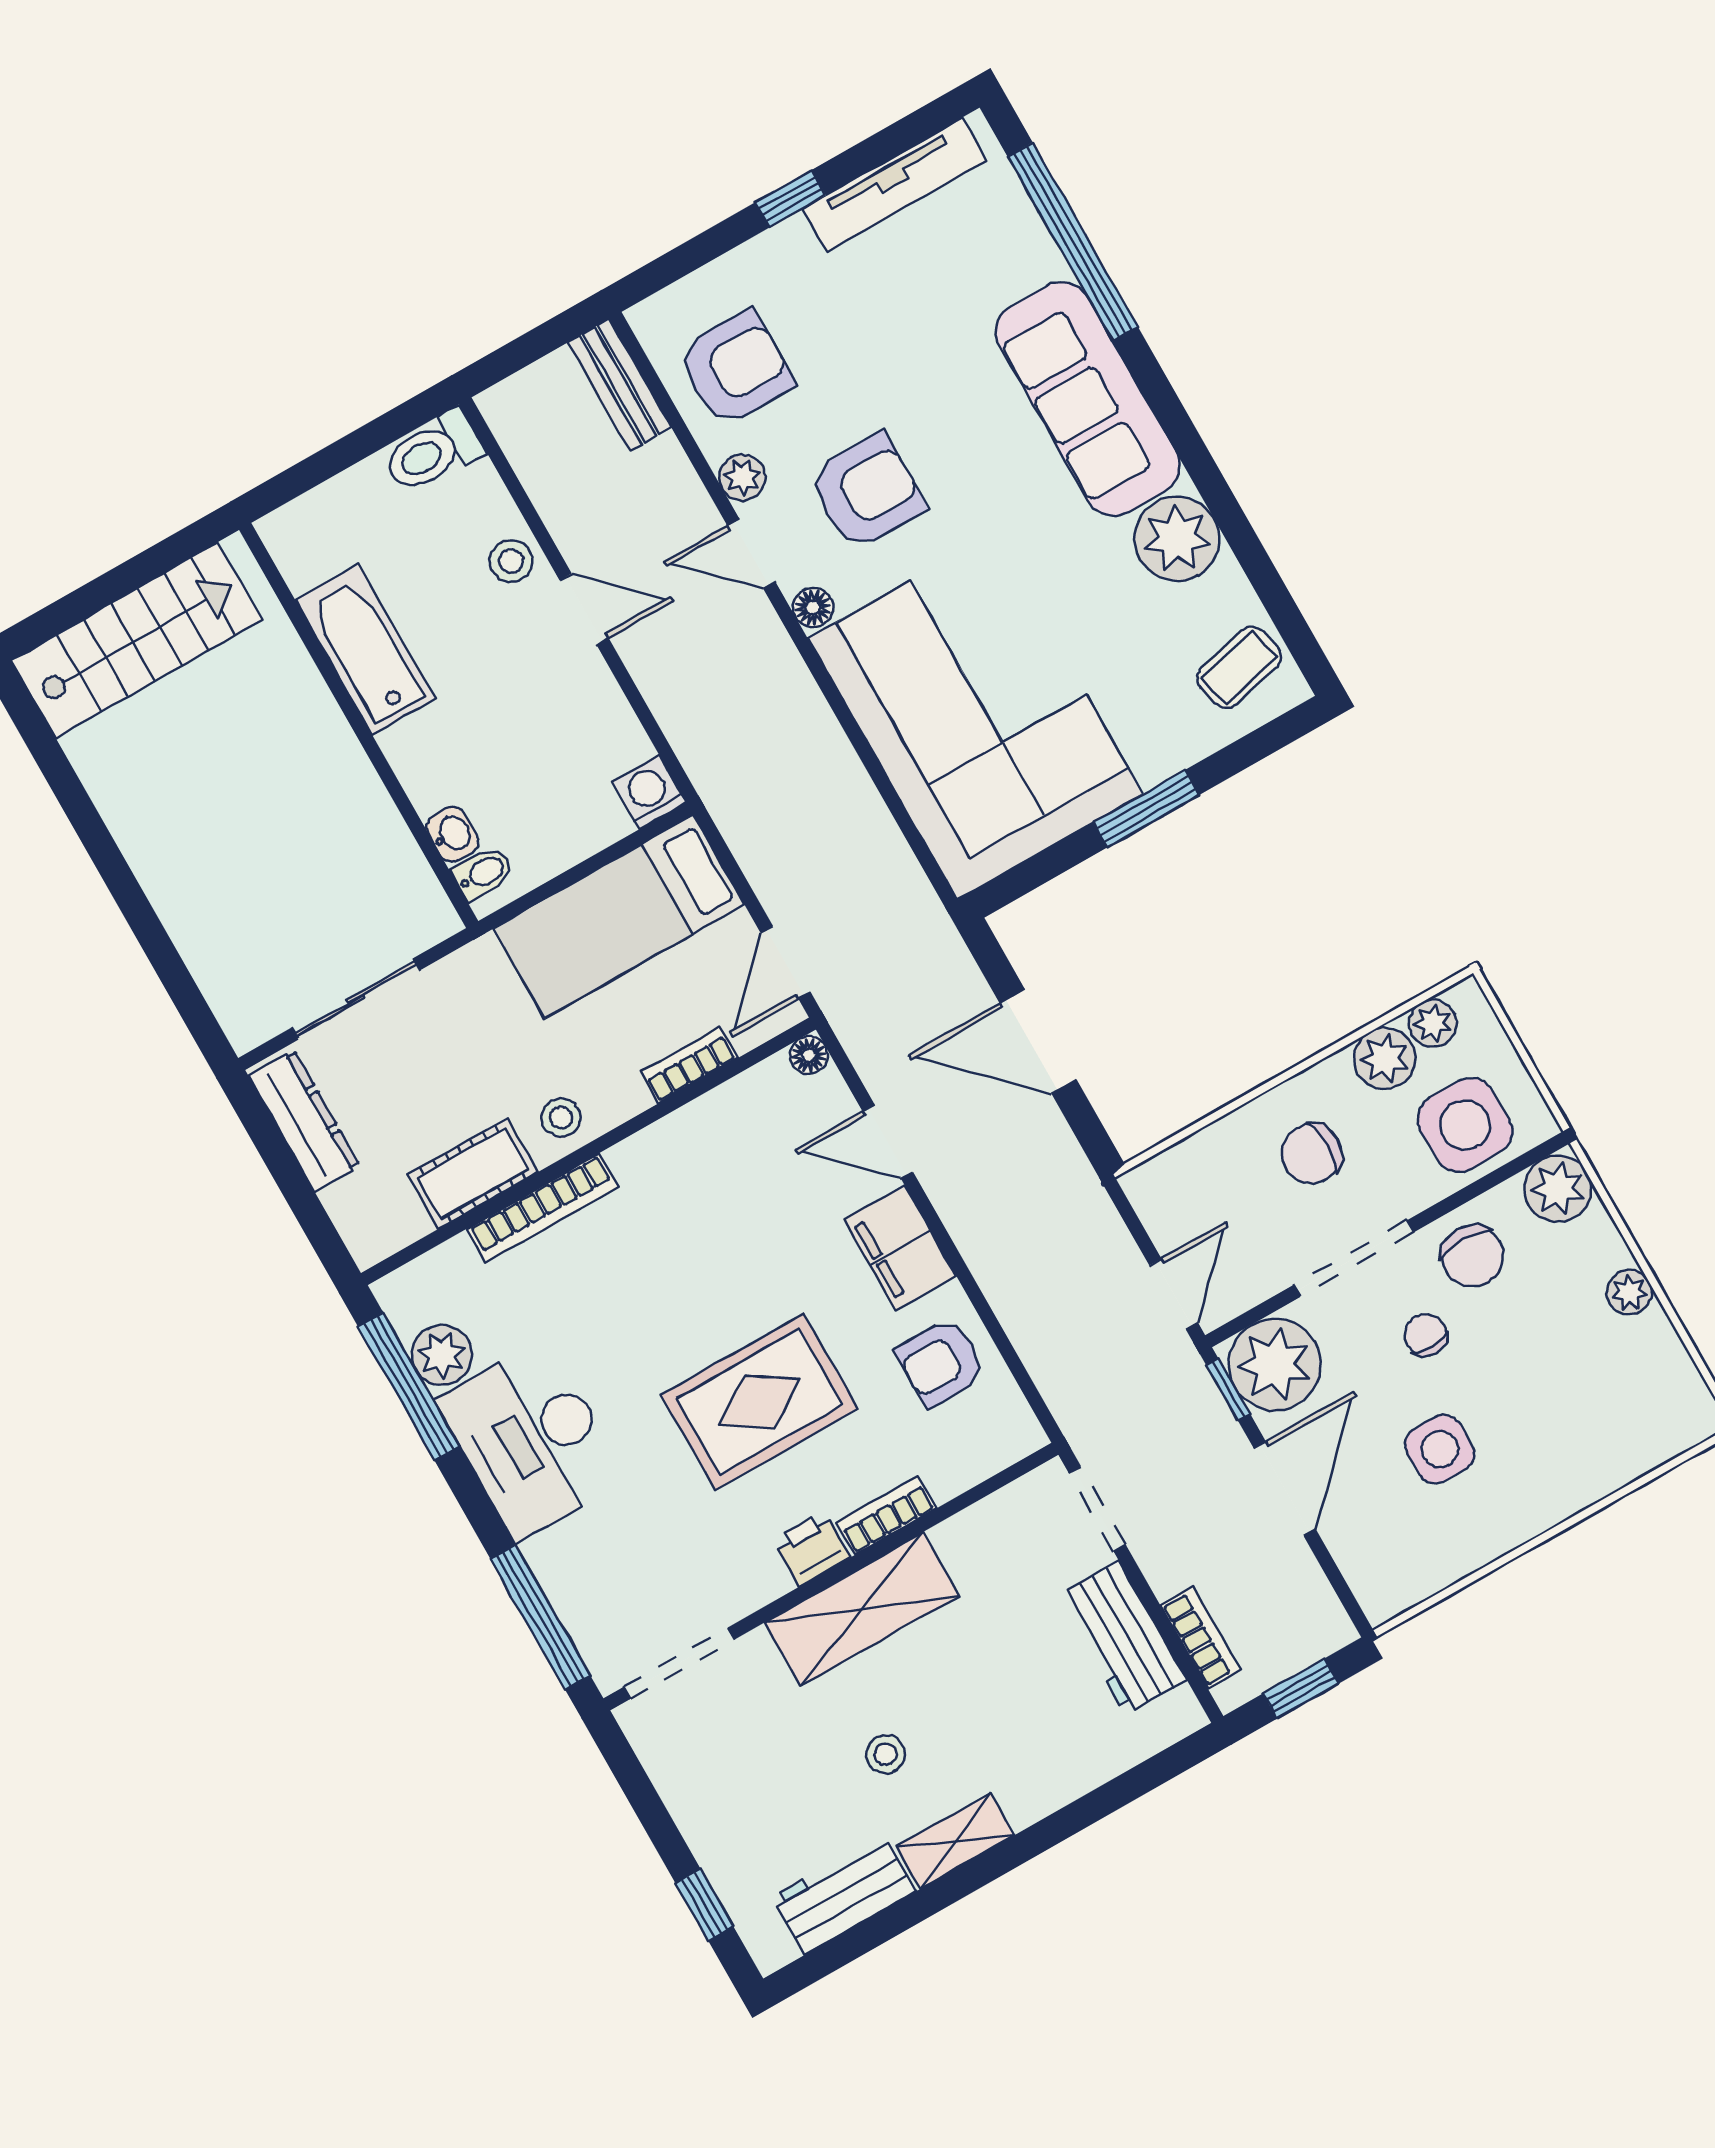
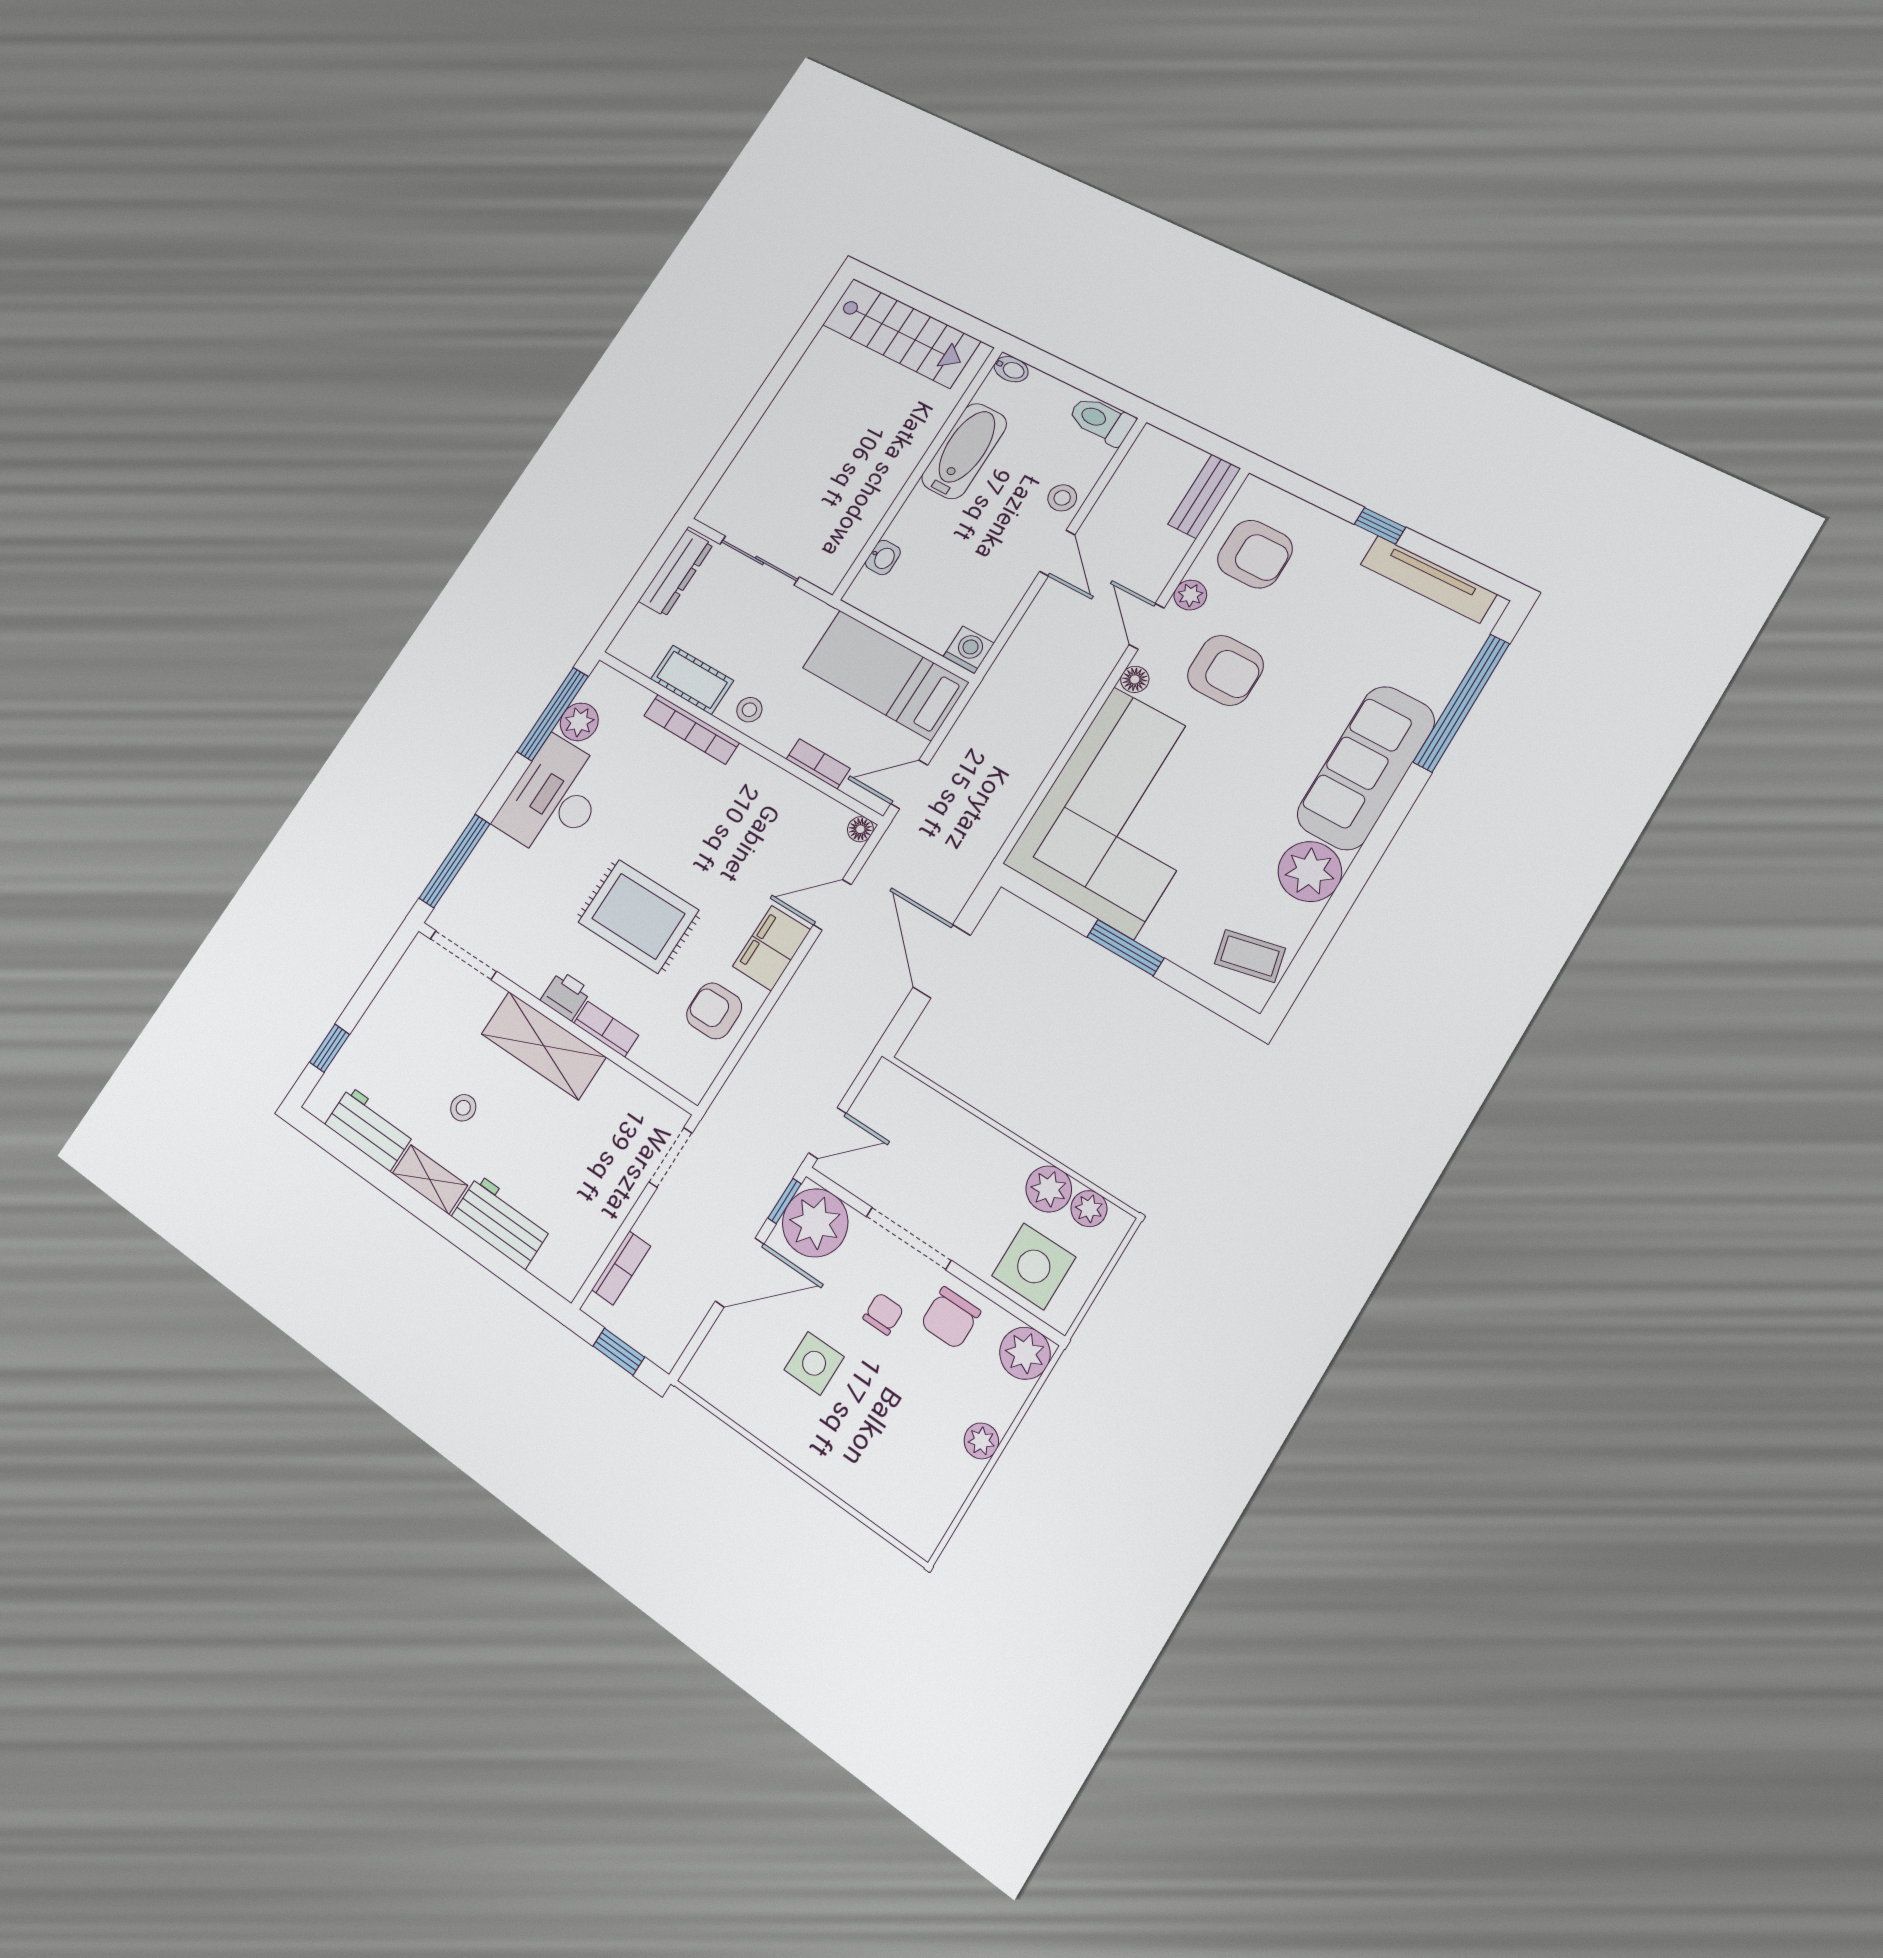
bidet: (483, 873) -> (1011, 369), moved
door: (888, 1142) -> (832, 905), hinge flipped
chair: (1311, 1154) -> (962, 1174), removed
workbench: (1122, 1638) -> (502, 1221), moved, turned 90

